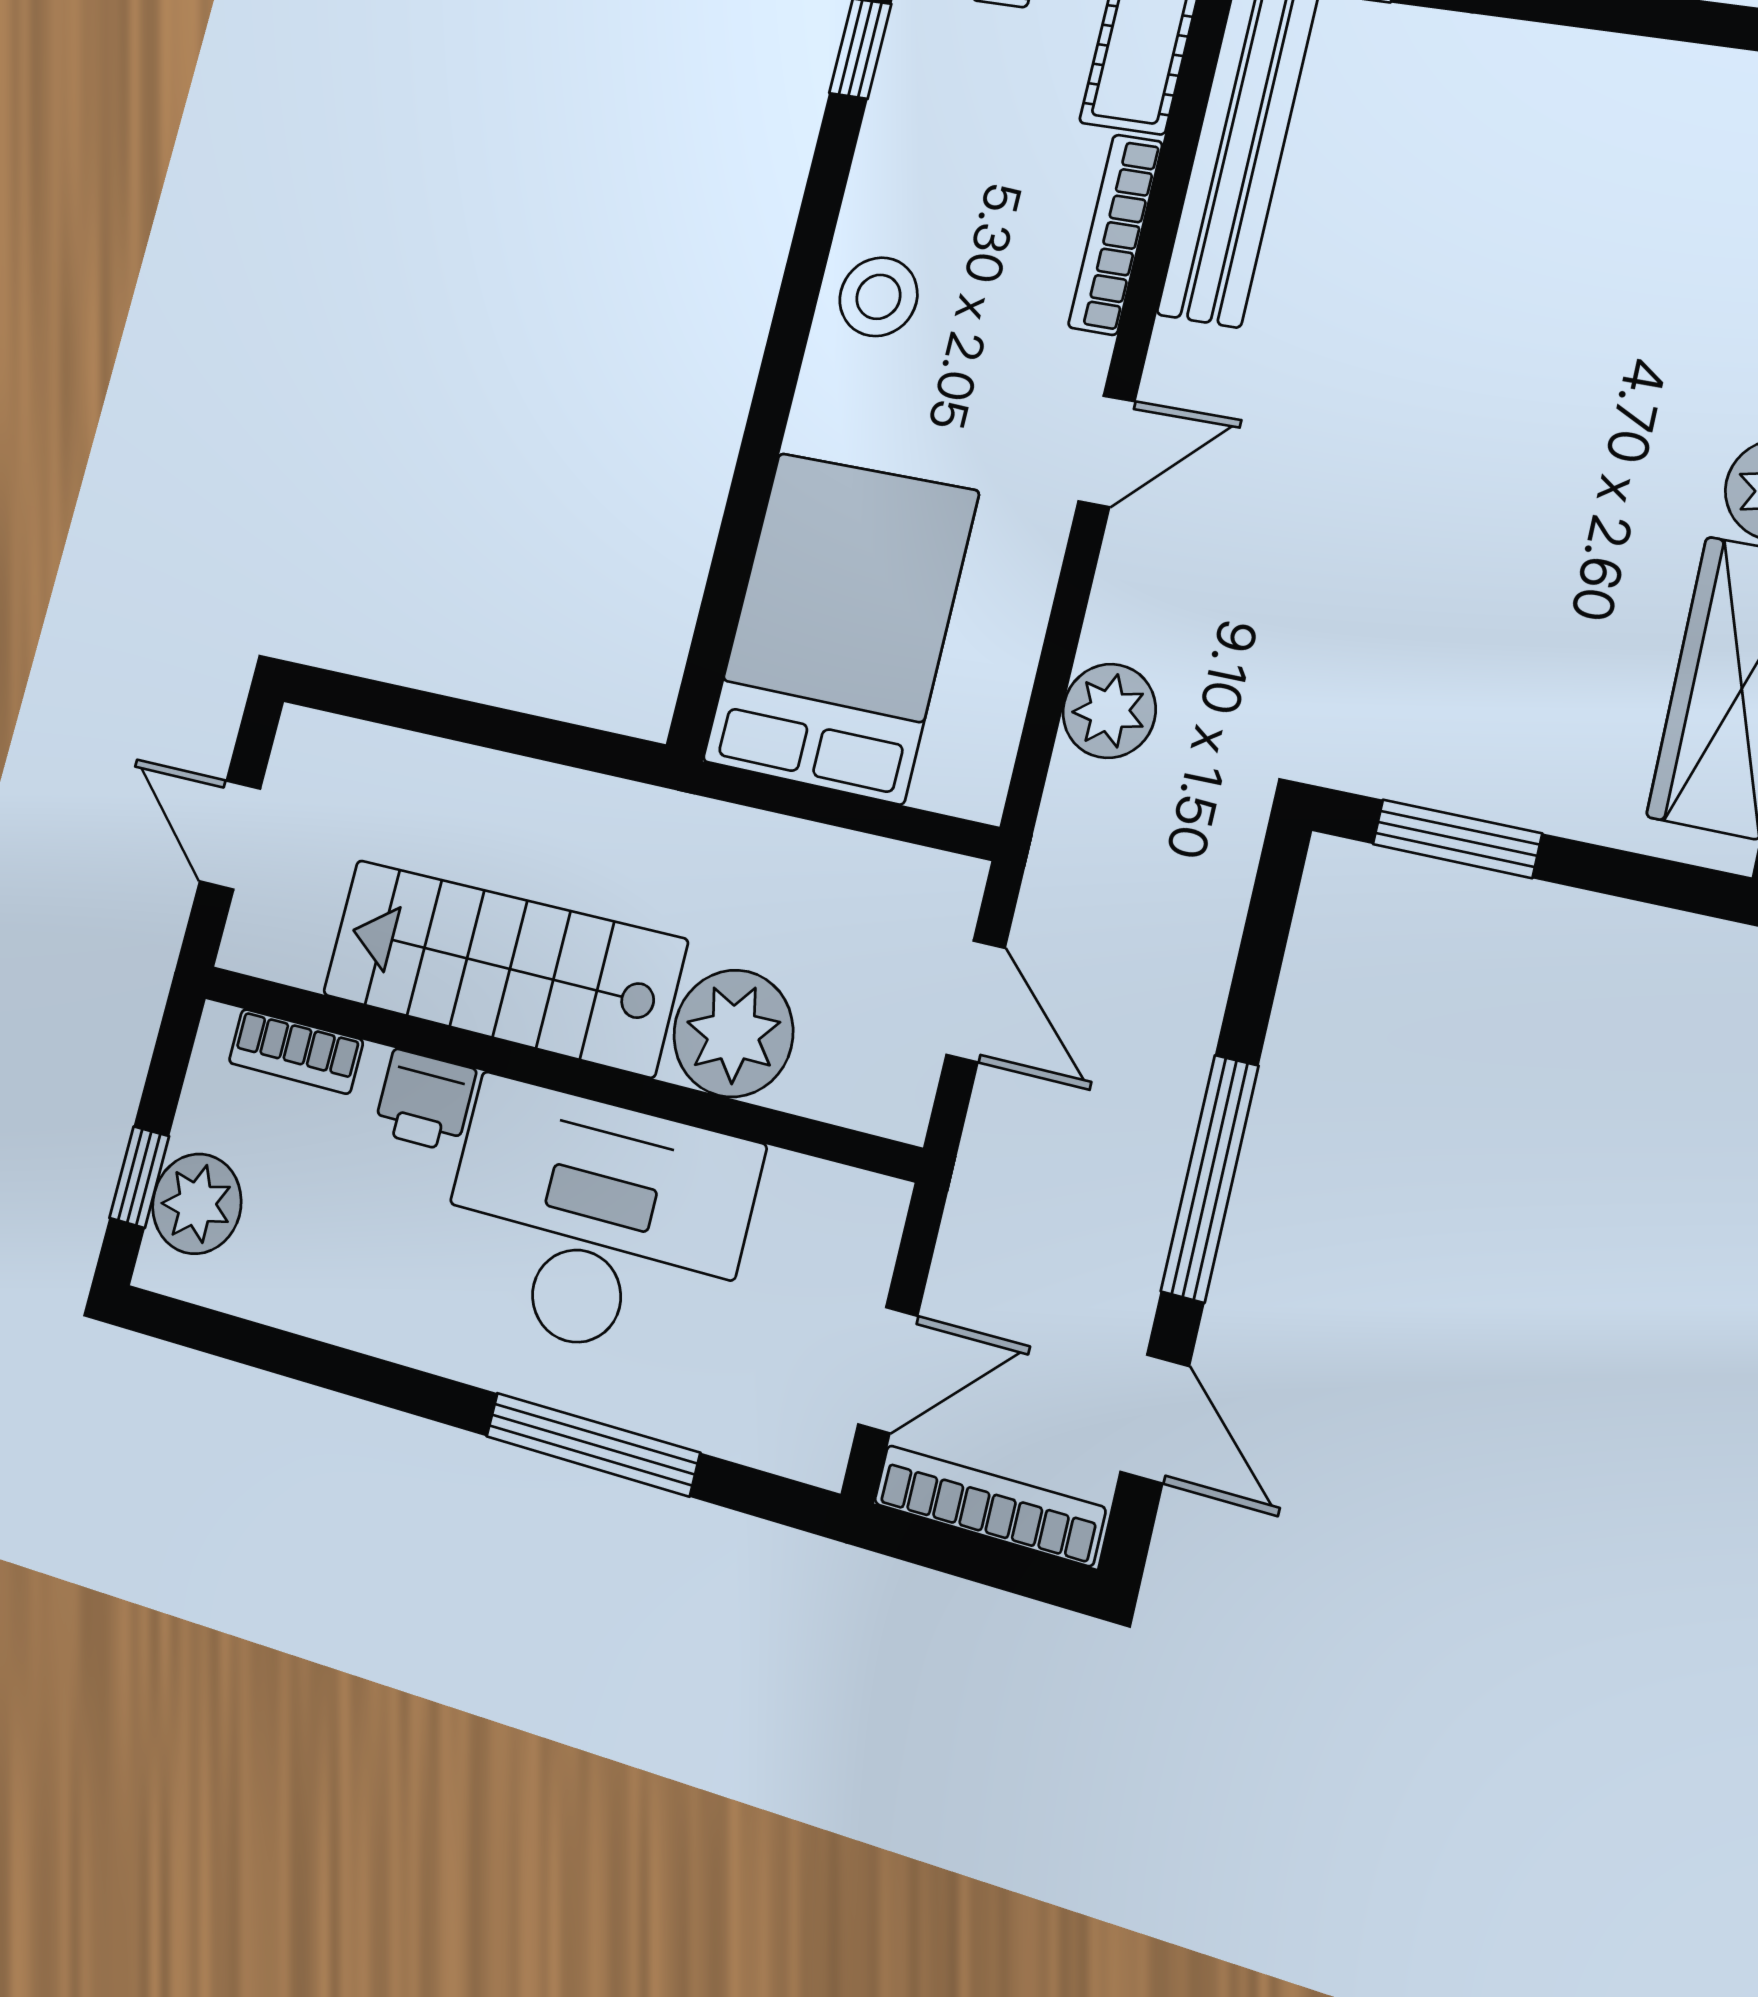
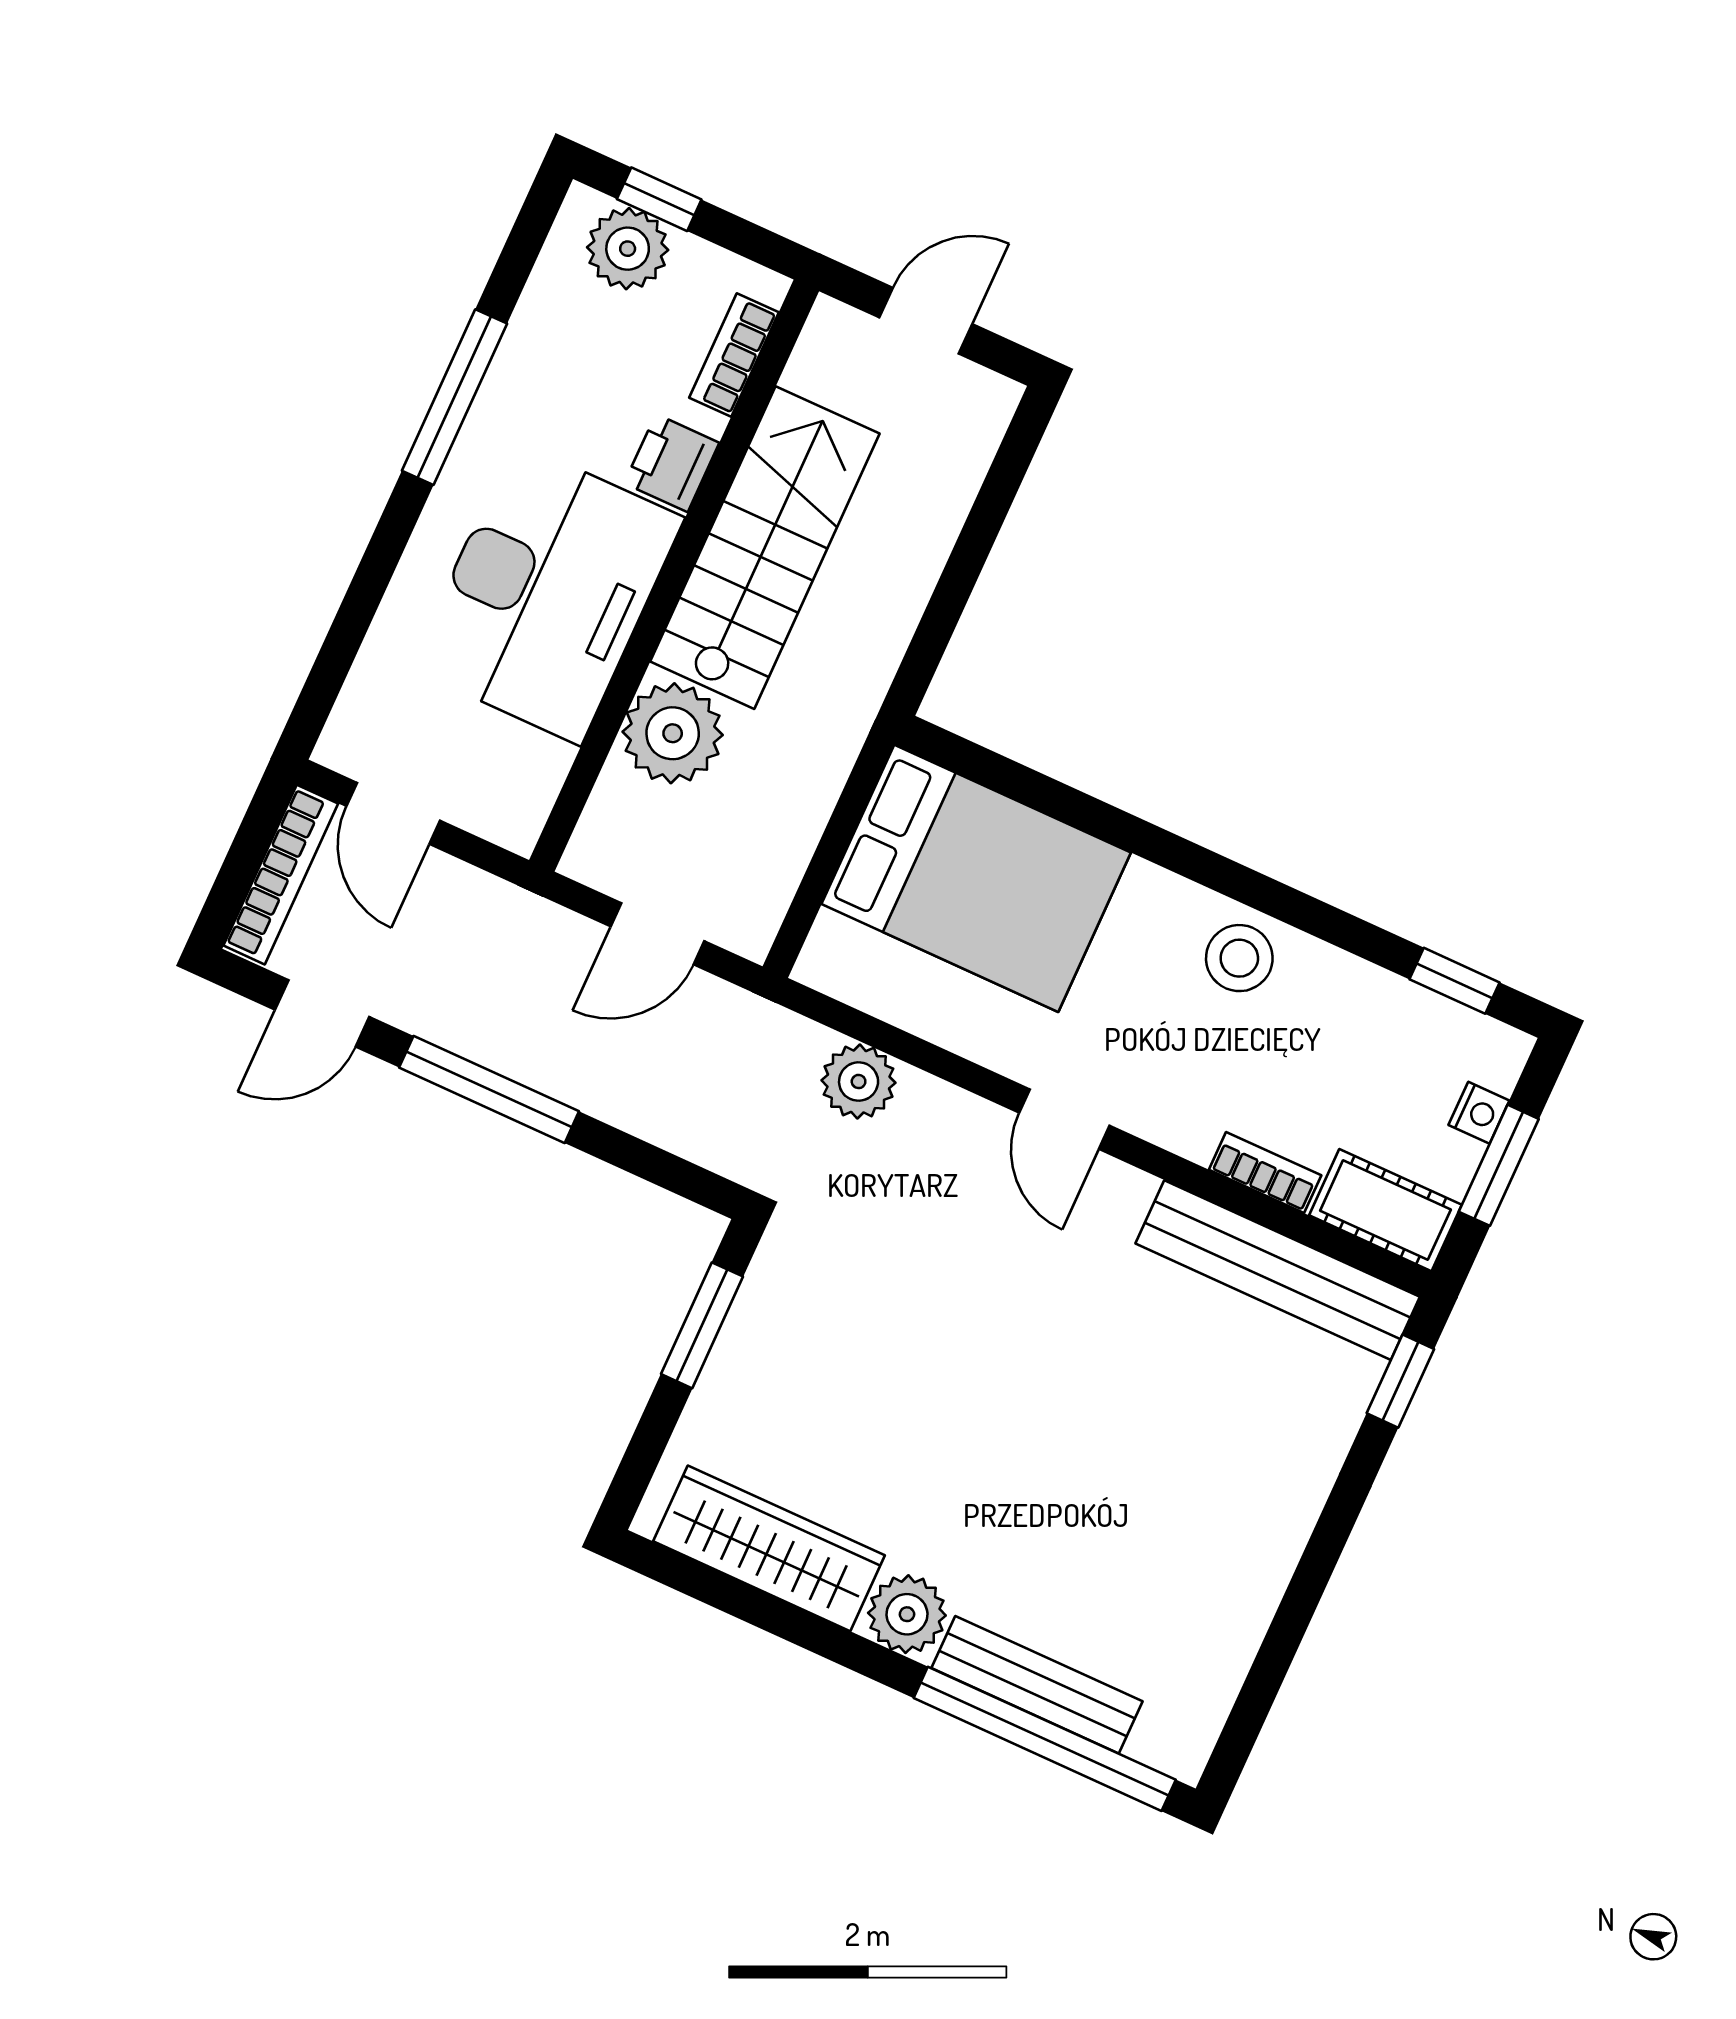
bookcase: (1115, 234) -> (1265, 1172), width x0.64
window: (592, 1444) -> (454, 397), moved

